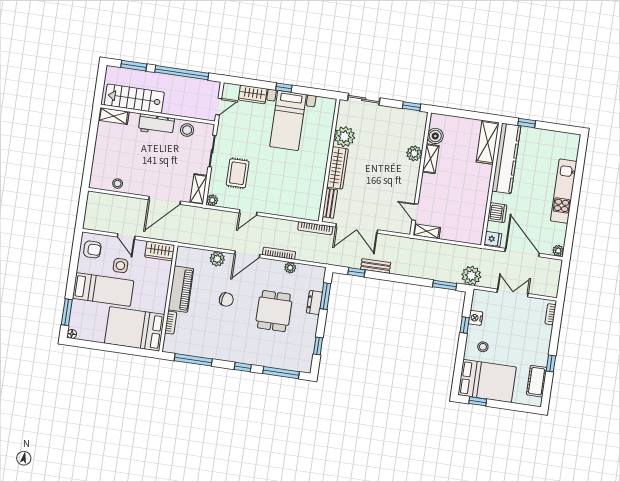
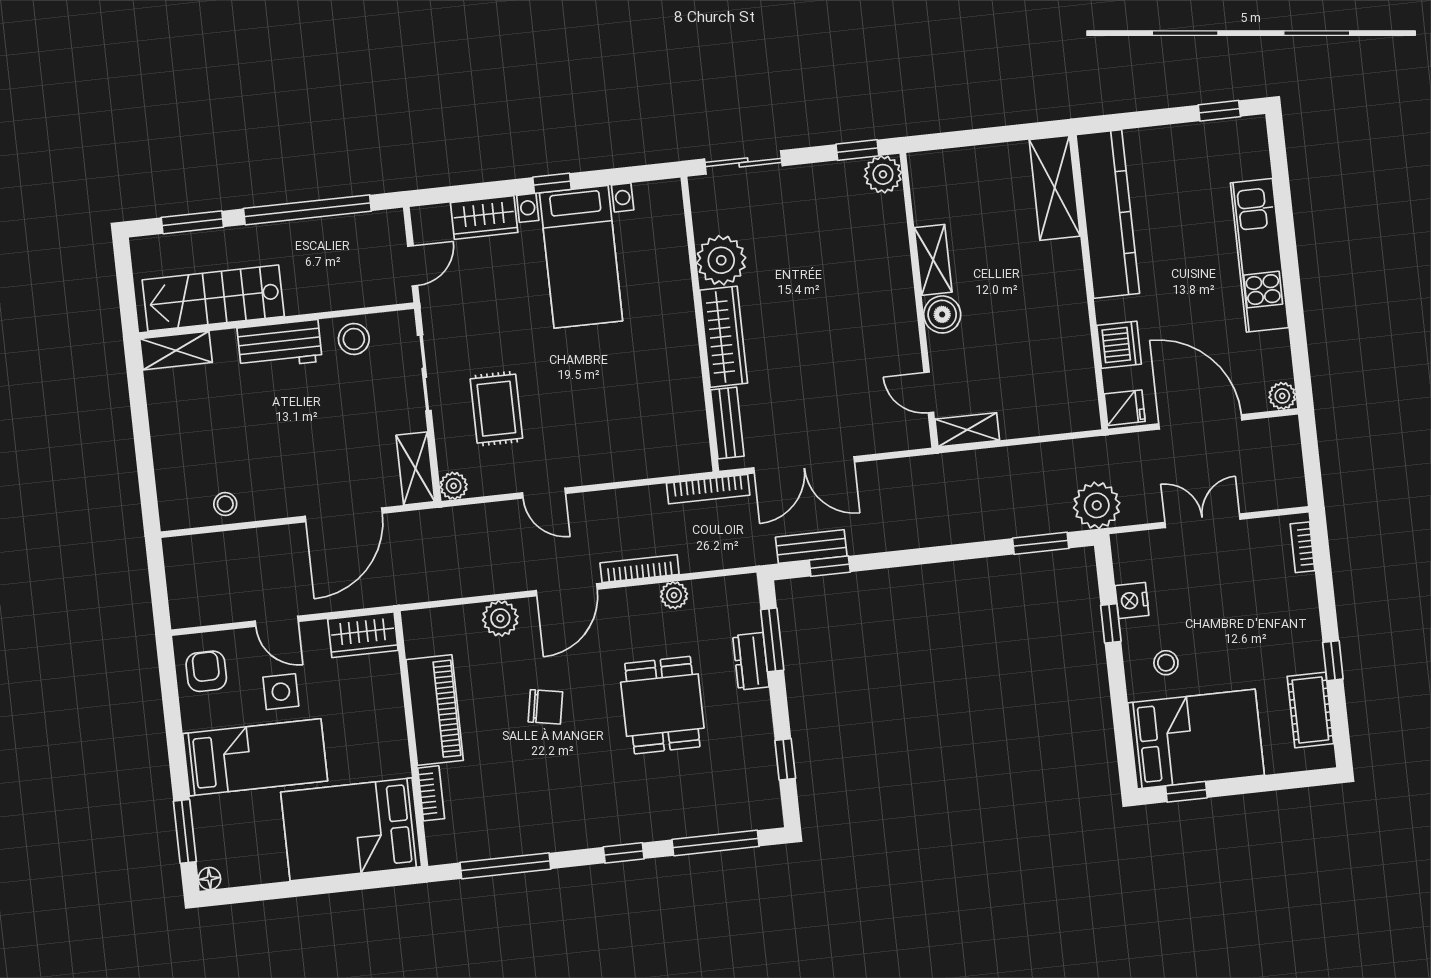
window: (527, 123) -> (1219, 111), moved
boiler: (435, 136) -> (942, 314), moved
plant: (414, 153) -> (883, 174), moved
door: (248, 213) -> (544, 493), hinge flipped
armchair: (92, 249) -> (206, 671), turned -90
bench: (376, 266) -> (811, 547), moved

